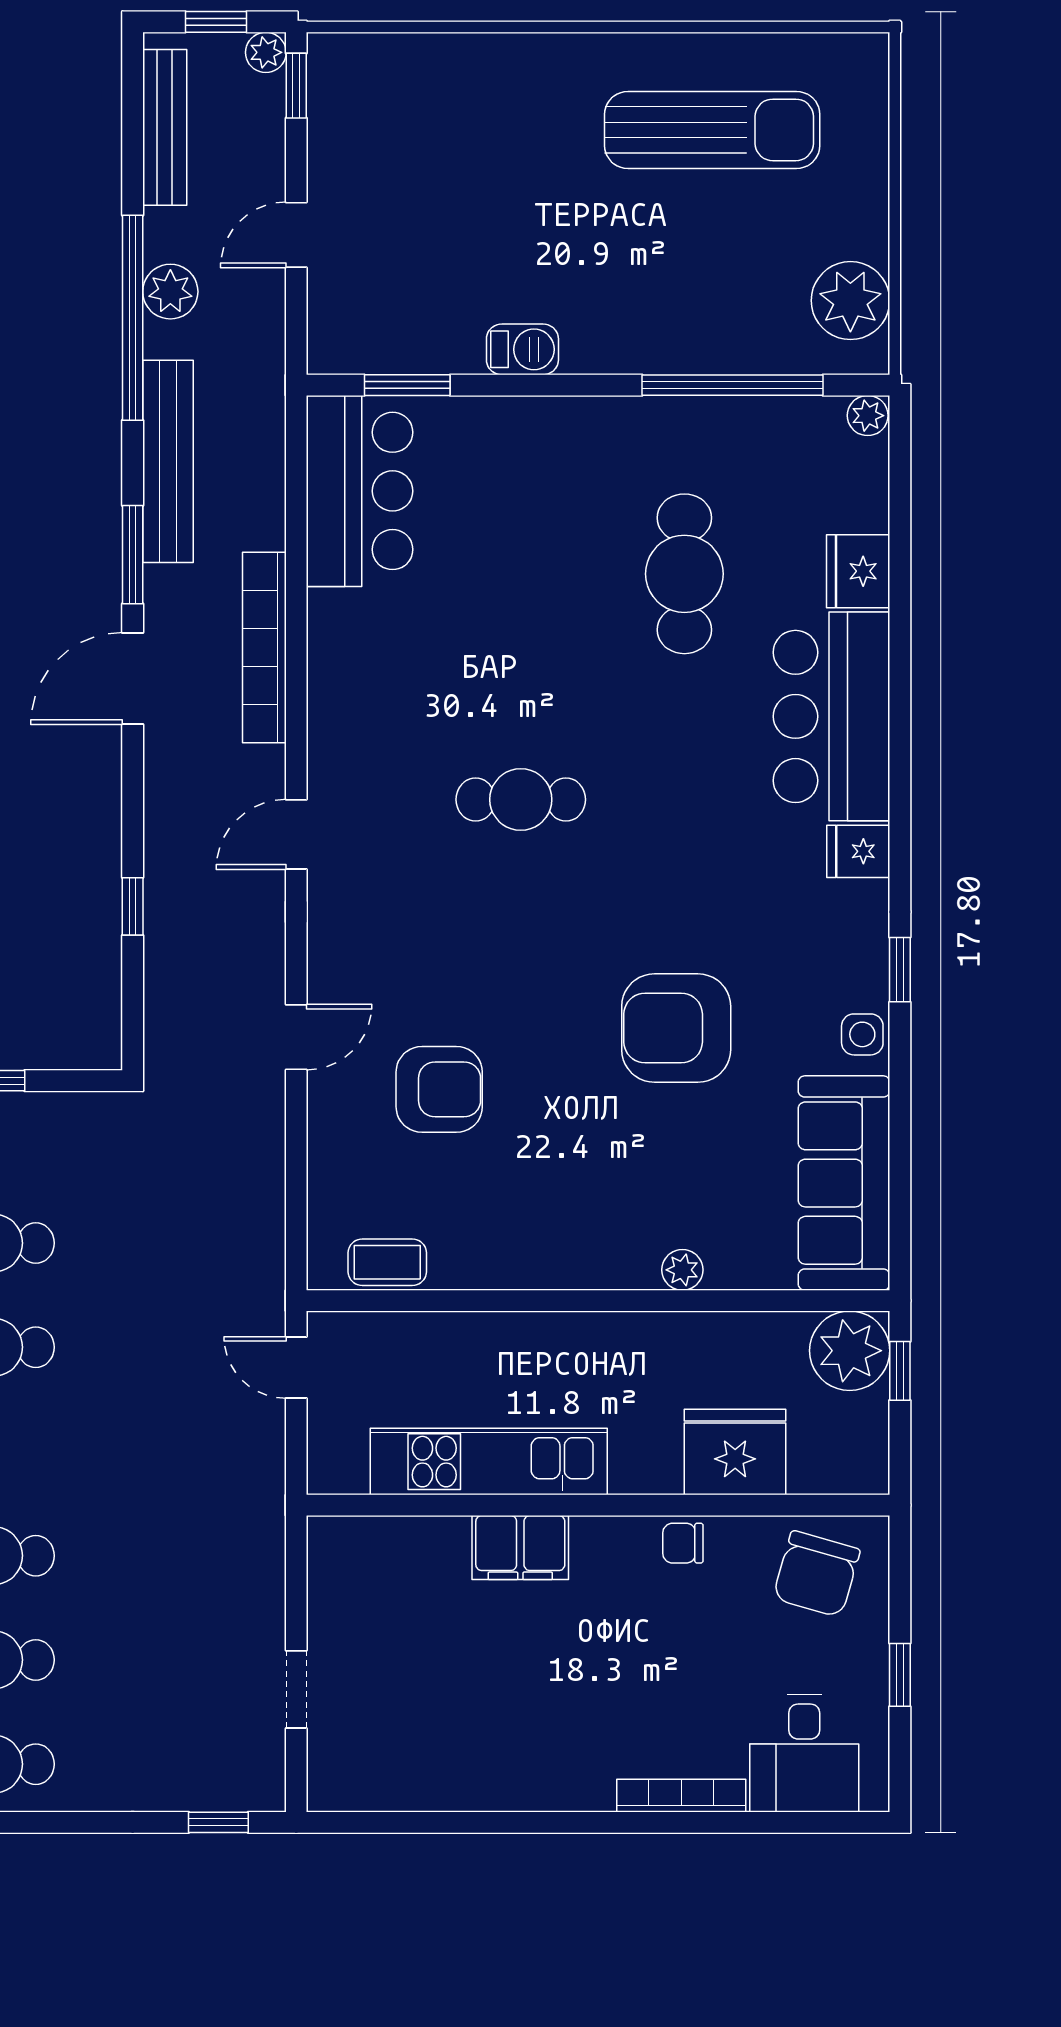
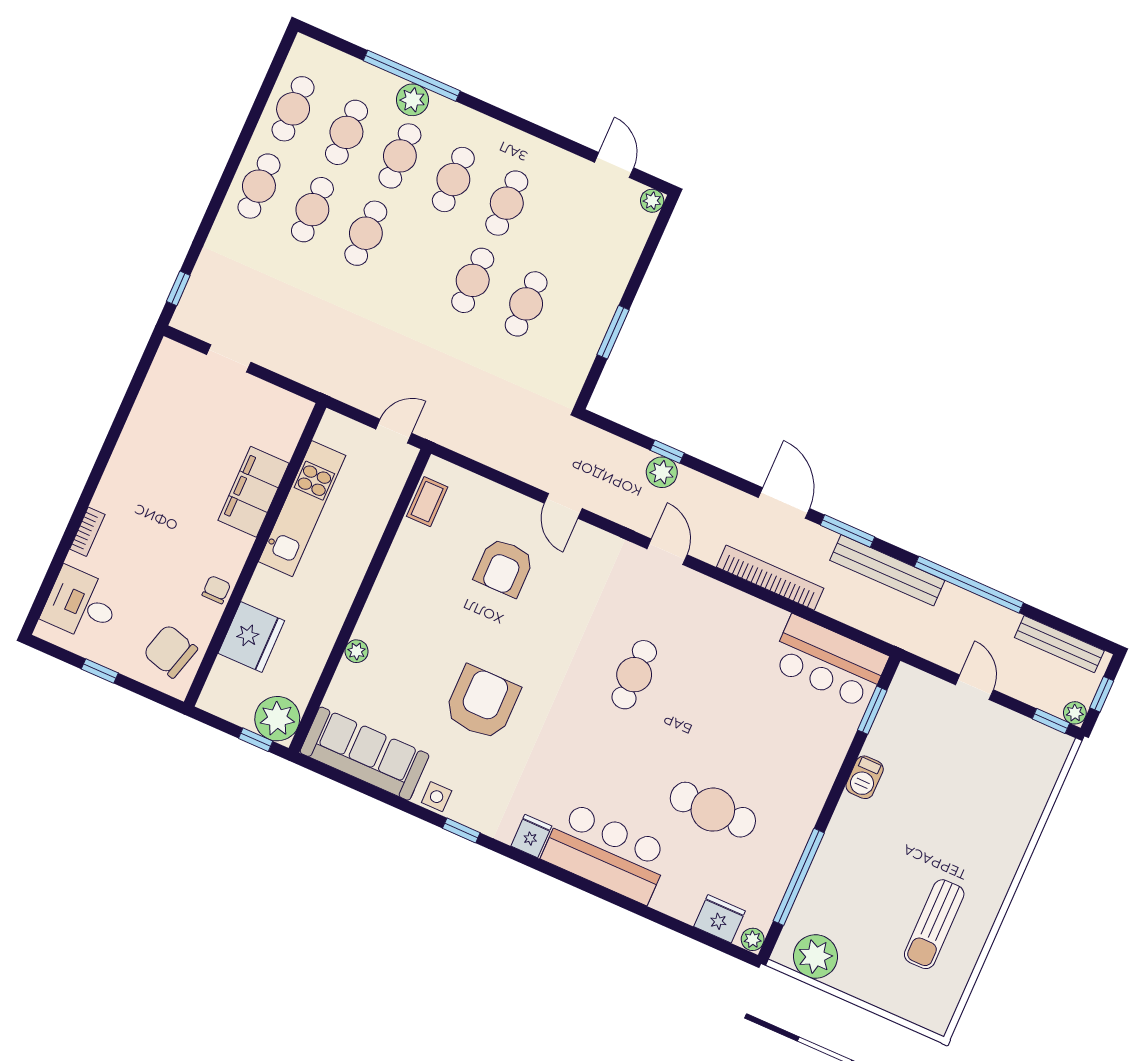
sun lounger: (712, 130) -> (934, 924), width x0.73, depth x0.75
plant: (170, 292) -> (662, 472), moved
fridge: (858, 571) -> (719, 919), moved
filing cabinet: (520, 1548) -> (254, 492), width x1.50, depth x1.17
bookcase: (681, 1796) -> (87, 532), width x0.64

